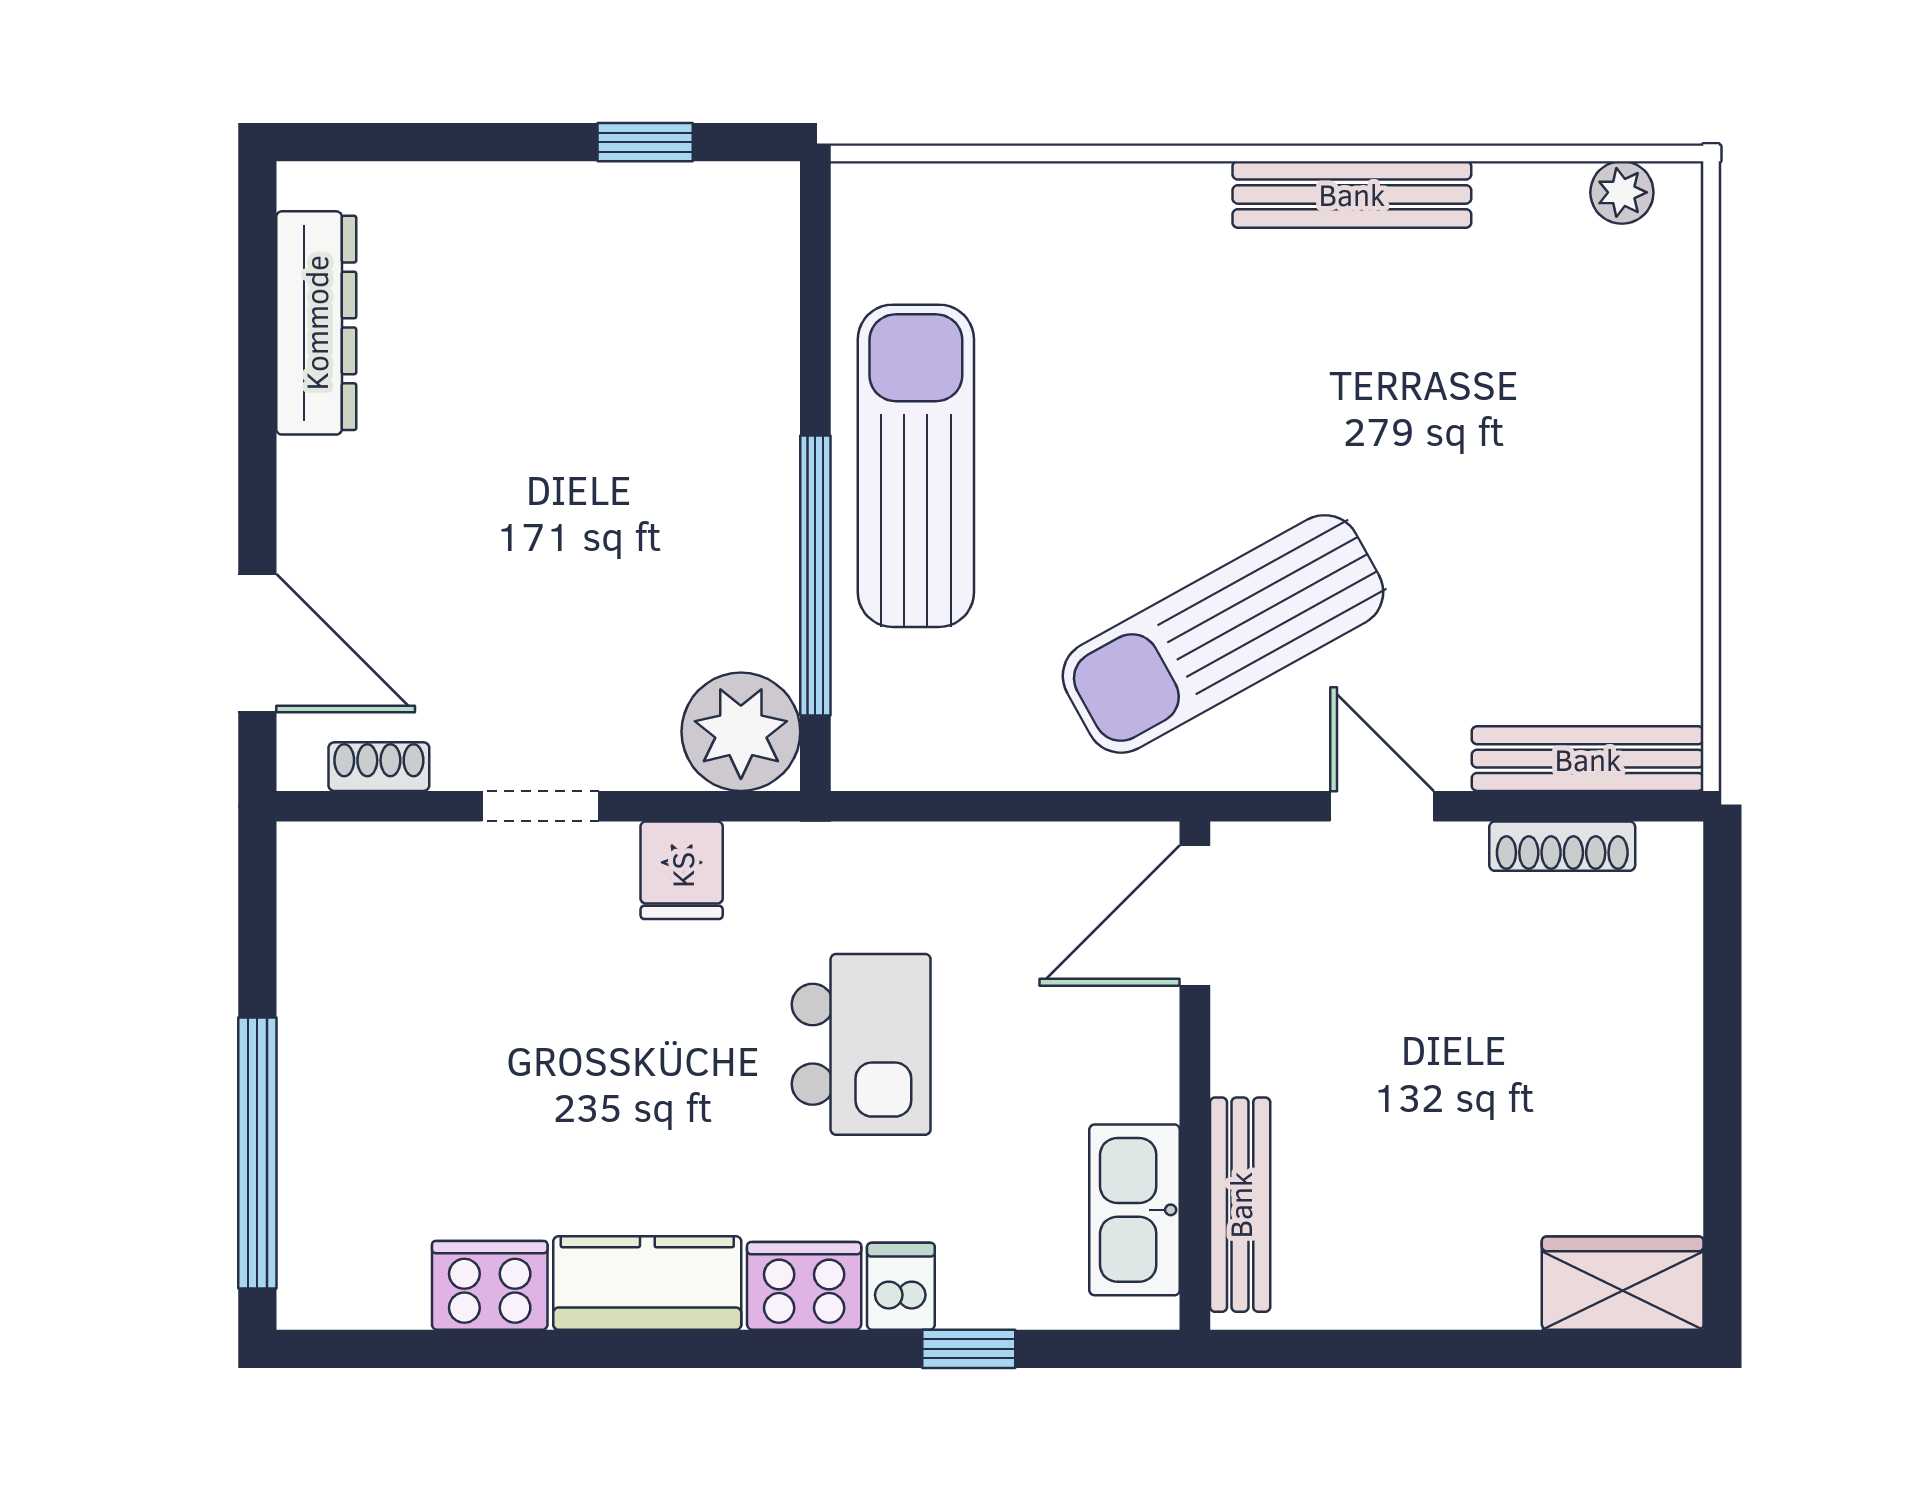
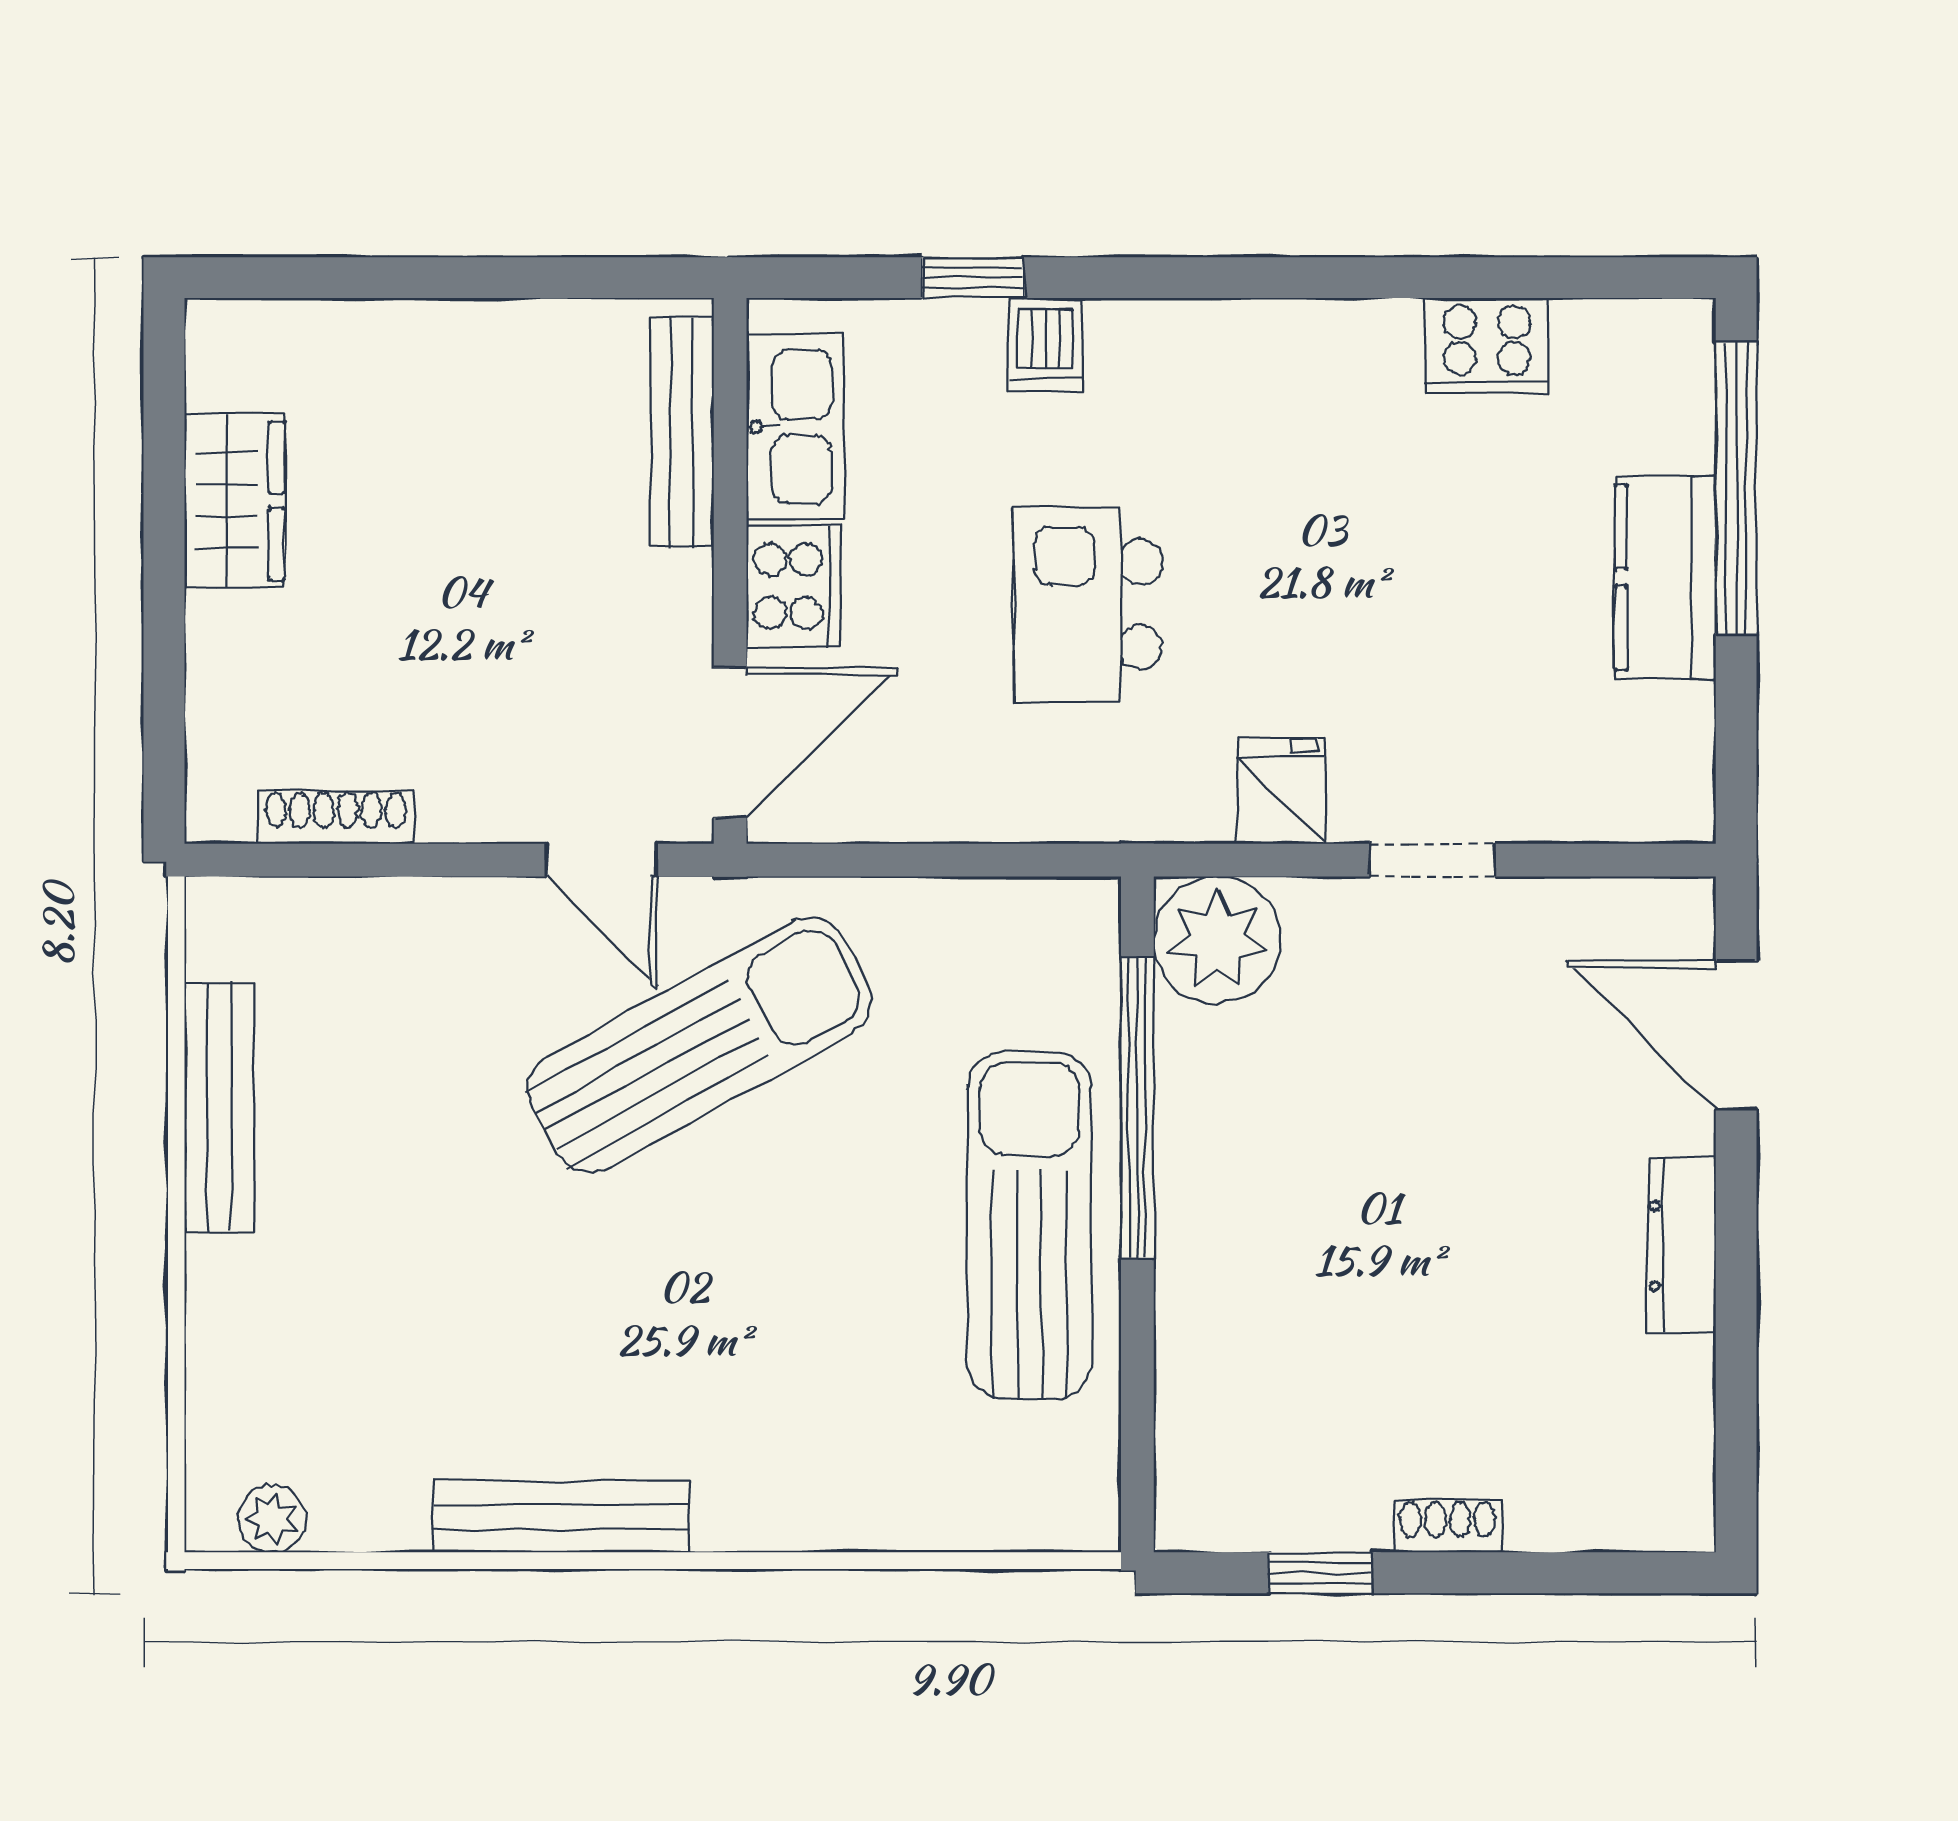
dresser: (316, 323) -> (1681, 1246), moved, width x0.73, depth x0.80
sun lounger: (916, 466) -> (1030, 1225), turned 180
bench: (1588, 759) -> (219, 1107), moved, turned 90
shoe rack: (379, 767) -> (1448, 1526), moved, turned 180
door: (1382, 806) -> (602, 860), moved
kitchen counter: (647, 1283) -> (1665, 578), moved, turned 90
wardrobe: (1623, 1283) -> (235, 501), moved, turned -90
cooker: (804, 1286) -> (794, 586), moved, turned -90

